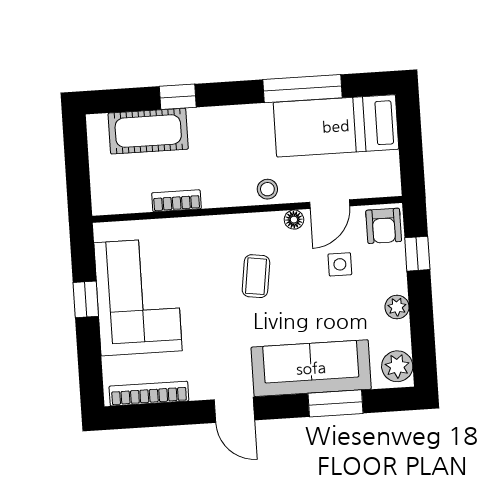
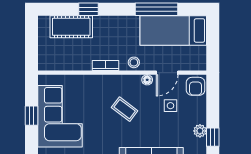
bookcase: (176, 201) -> (105, 65), moved
window: (417, 254) -> (213, 137), moved
coffee table: (256, 276) -> (125, 109), turned -61

